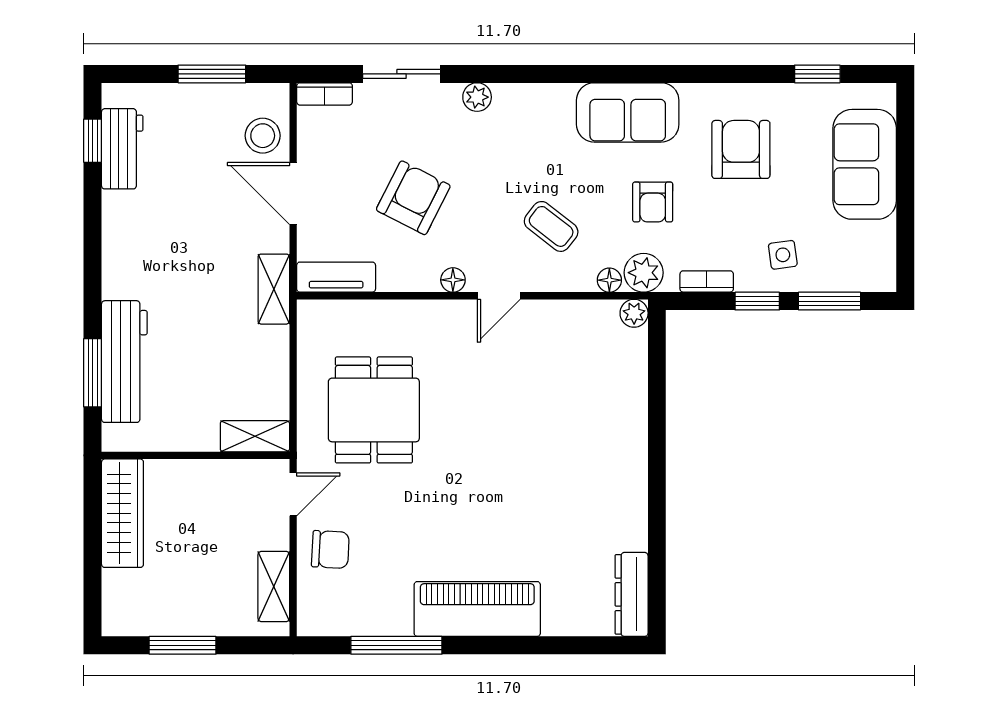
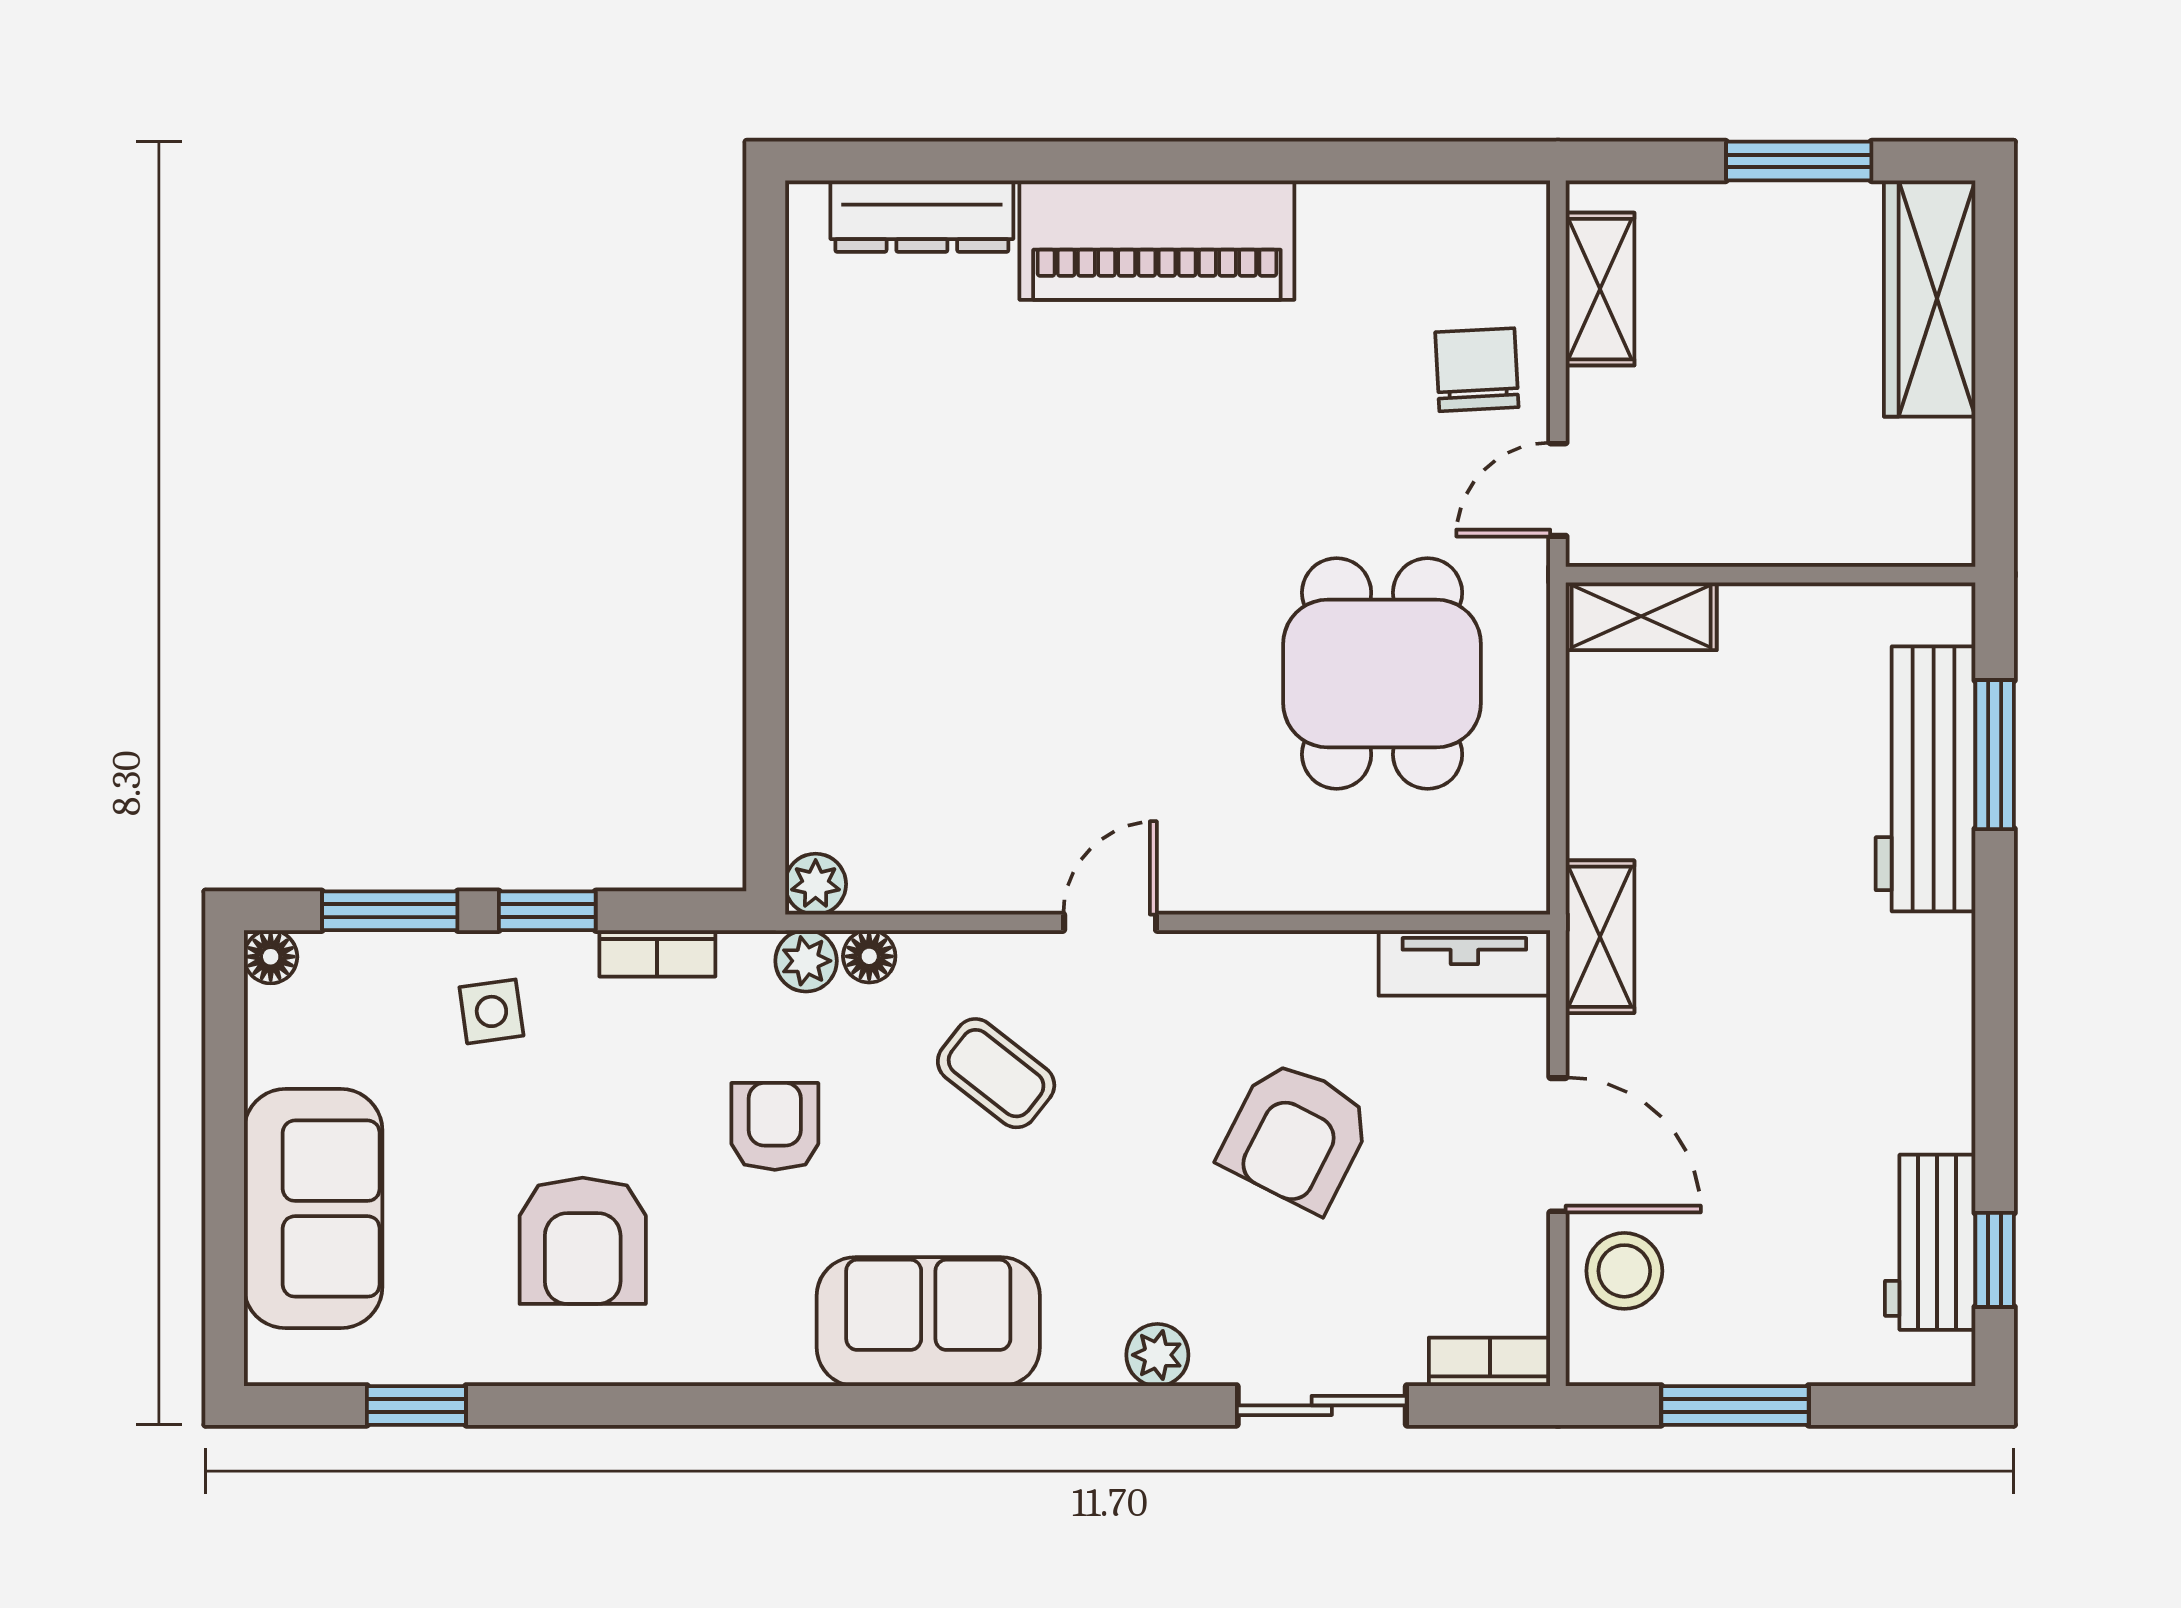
sofa: (628, 112) -> (928, 1322), moved
plant: (644, 273) -> (806, 961), width x0.73, depth x0.73
floor lamp: (453, 280) -> (271, 957), moved
wardrobe: (122, 513) -> (1930, 299), moved
chair: (330, 549) -> (1477, 370), turned 84
dresser: (632, 594) -> (922, 216), moved, turned 90
window: (396, 645) -> (1333, 161), removed

